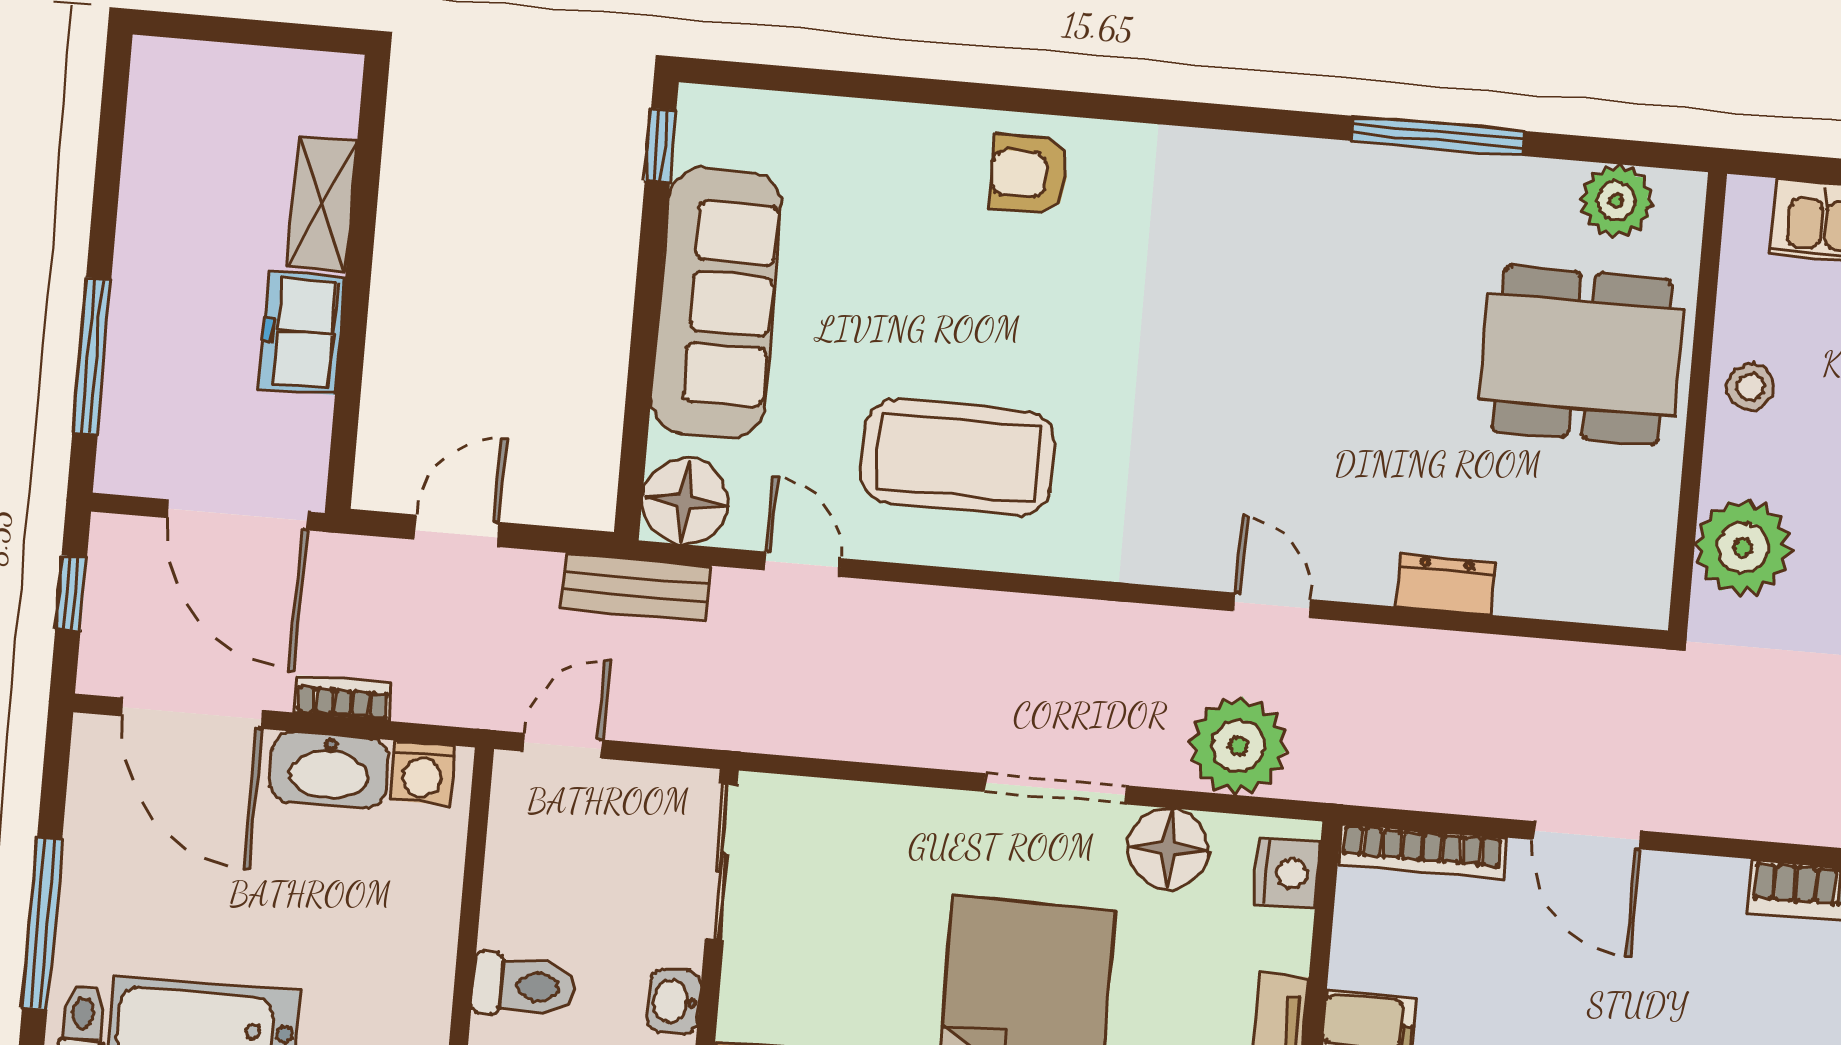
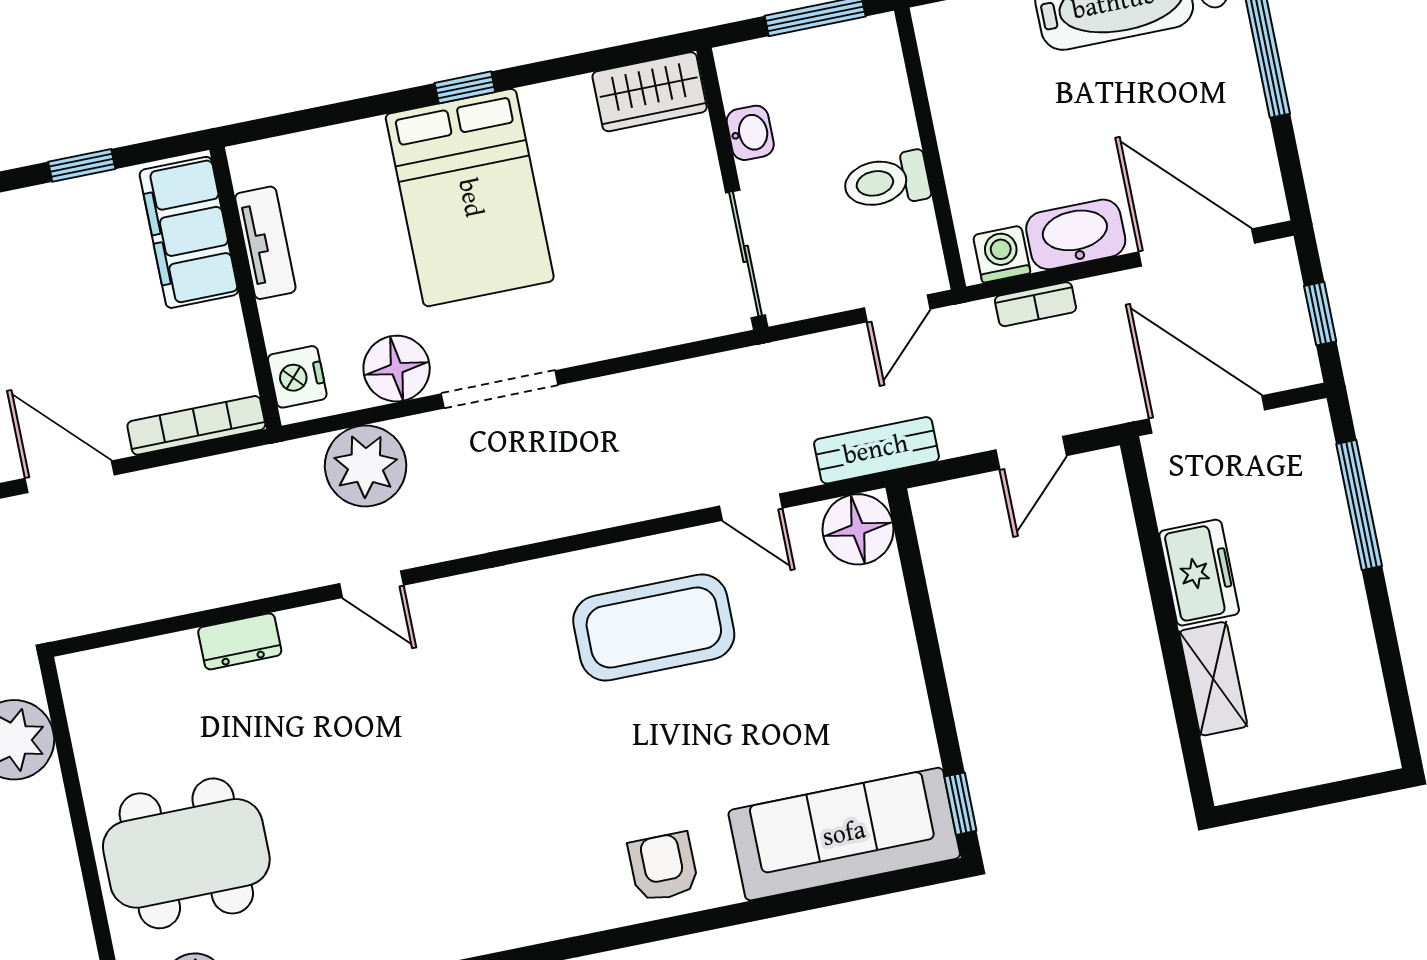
armchair: (1029, 174) -> (663, 867), turned -90
sofa: (716, 303) -> (844, 834), moved, turned 90
stool: (1750, 387) -> (46, 868), removed
bookcase: (343, 698) -> (1035, 304), moved
toilet: (524, 986) -> (886, 181), moved

